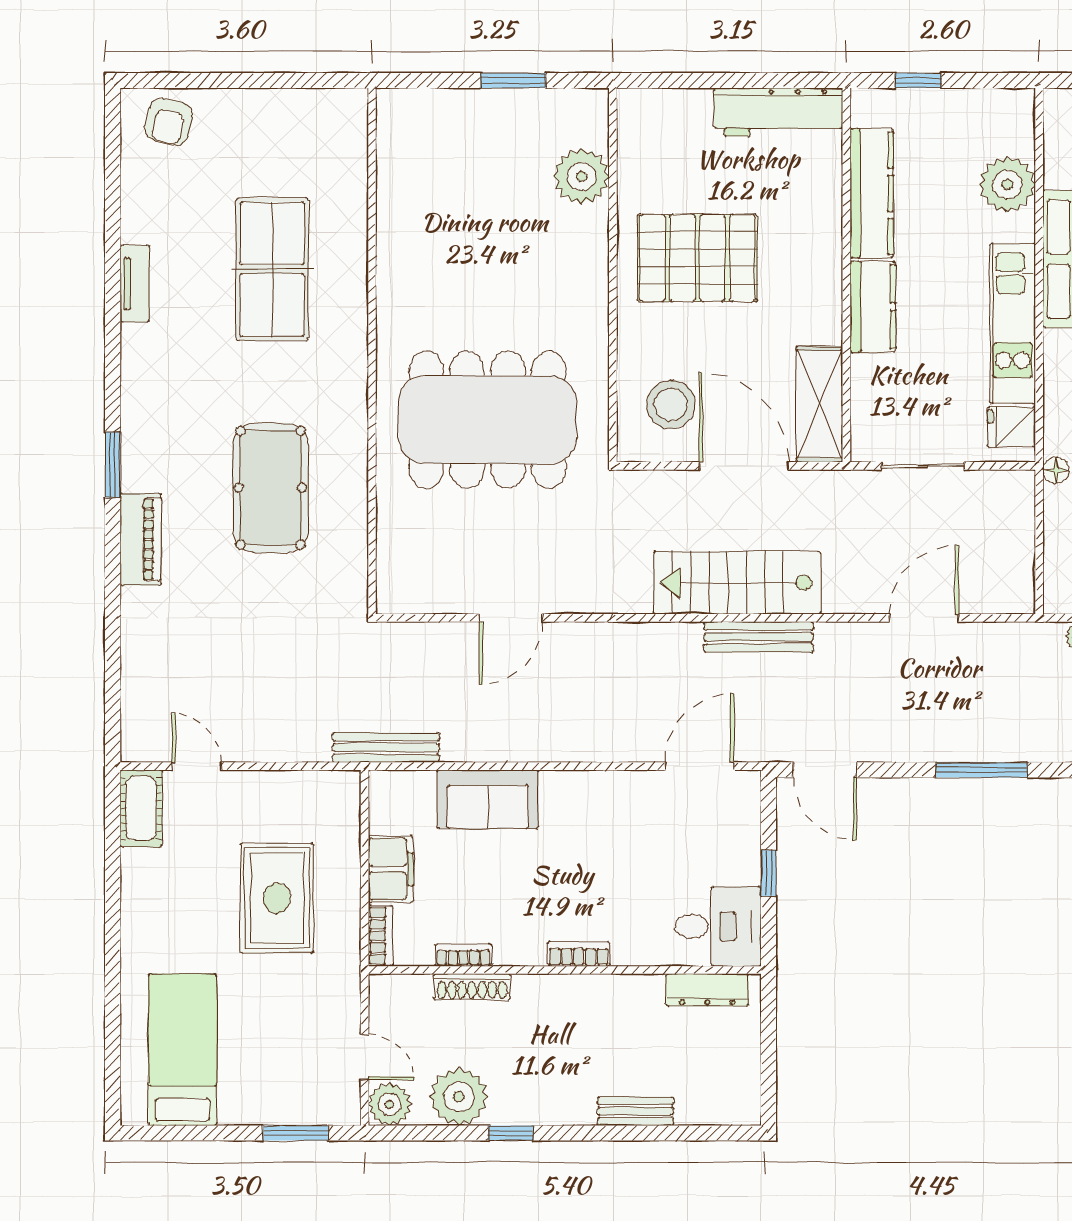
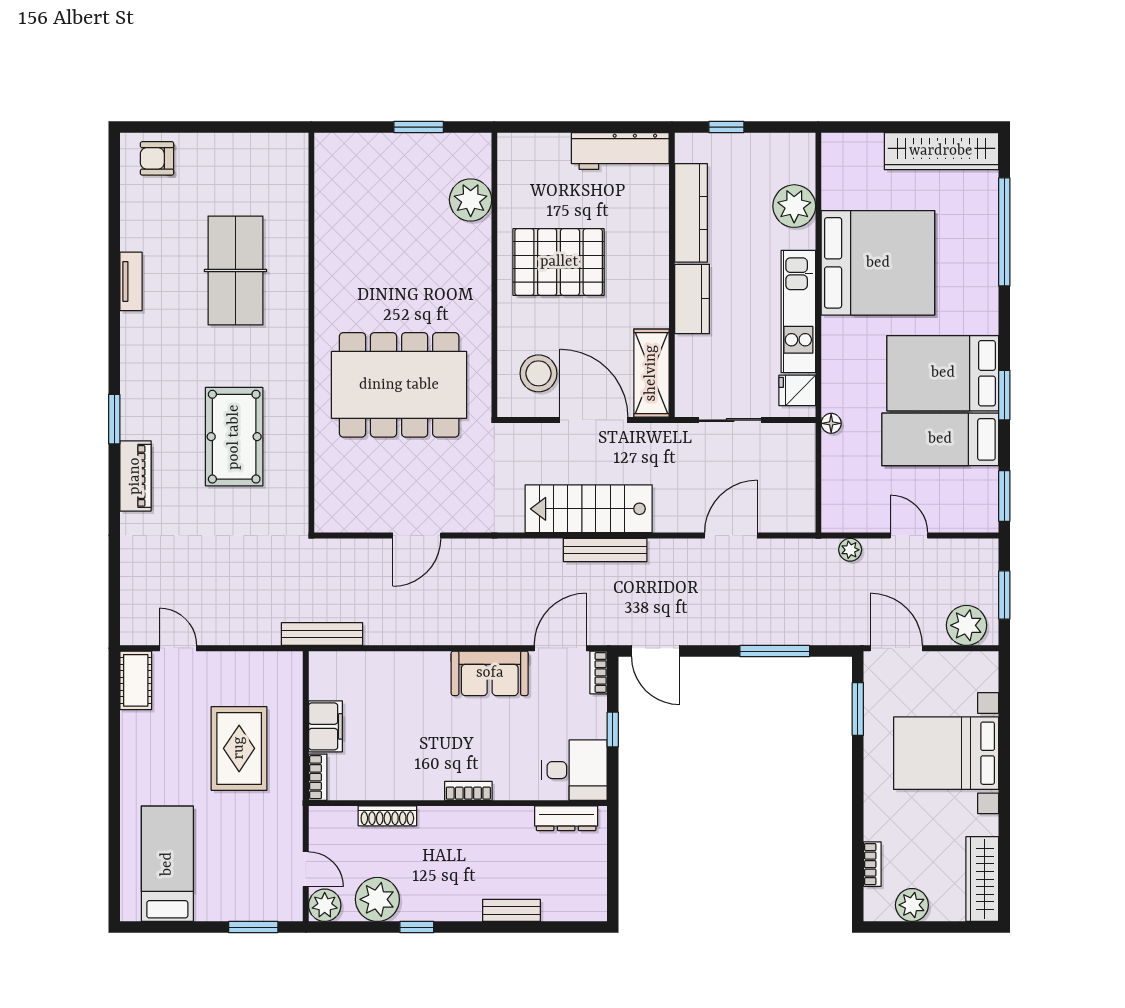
armchair: (169, 122) -> (157, 158), turned 77
sofa: (488, 799) -> (490, 673), moved
bookcase: (464, 955) -> (599, 672), moved, turned -90

